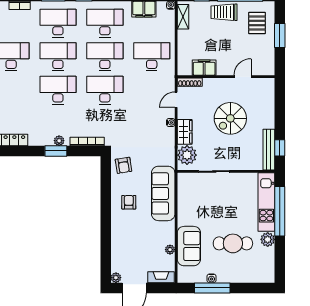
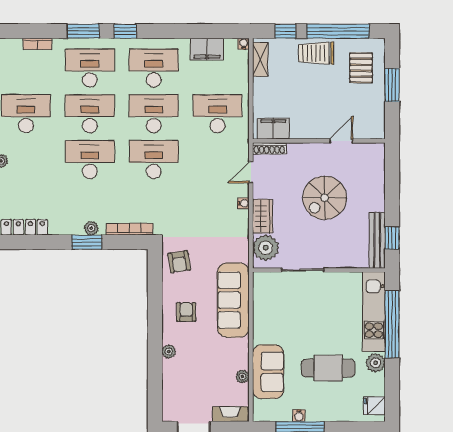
filing cabinet: (204, 68) -> (273, 129), moved
fridge: (267, 271) -> (374, 406), added
plant: (116, 278) -> (169, 352), moved

